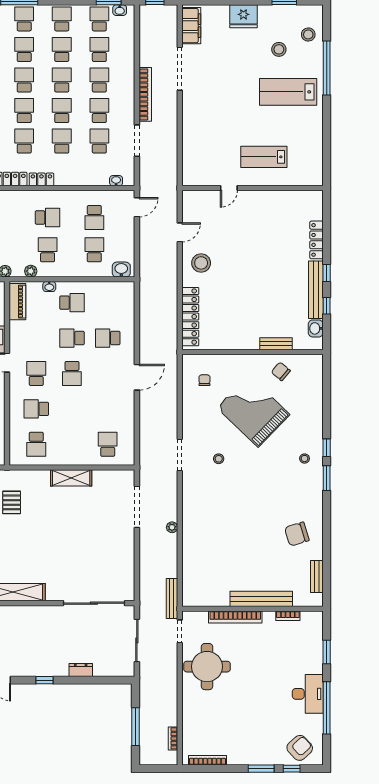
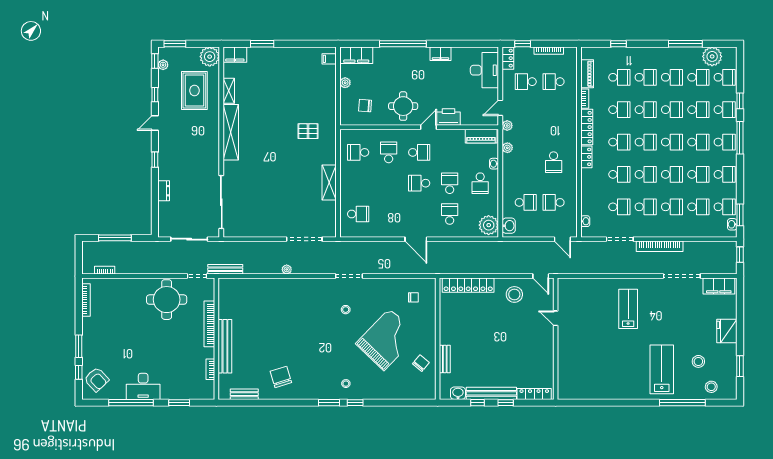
lab bench: (264, 157) -> (628, 309), moved
door: (229, 188) -> (556, 318), moved
wall: (252, 188) -> (556, 339), moved
school desk: (48, 250) -> (526, 162), removed
plant: (121, 293) -> (489, 225), added

